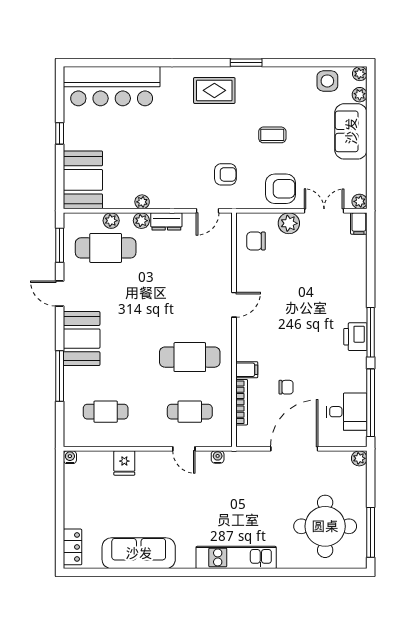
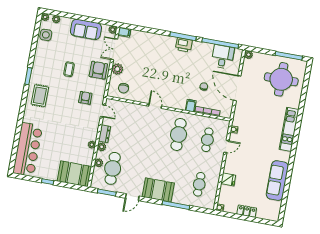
sofa: (351, 131) -> (86, 29), moved
locker: (72, 547) -> (247, 211), moved

